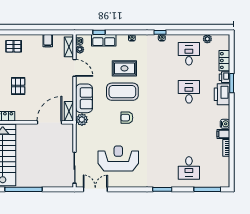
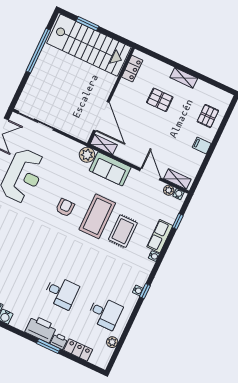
row of seats: (104, 40) -> (160, 236), moved
filing cabinet: (48, 41) -> (202, 145), moved
door: (75, 68) -> (150, 174), swing flipped

